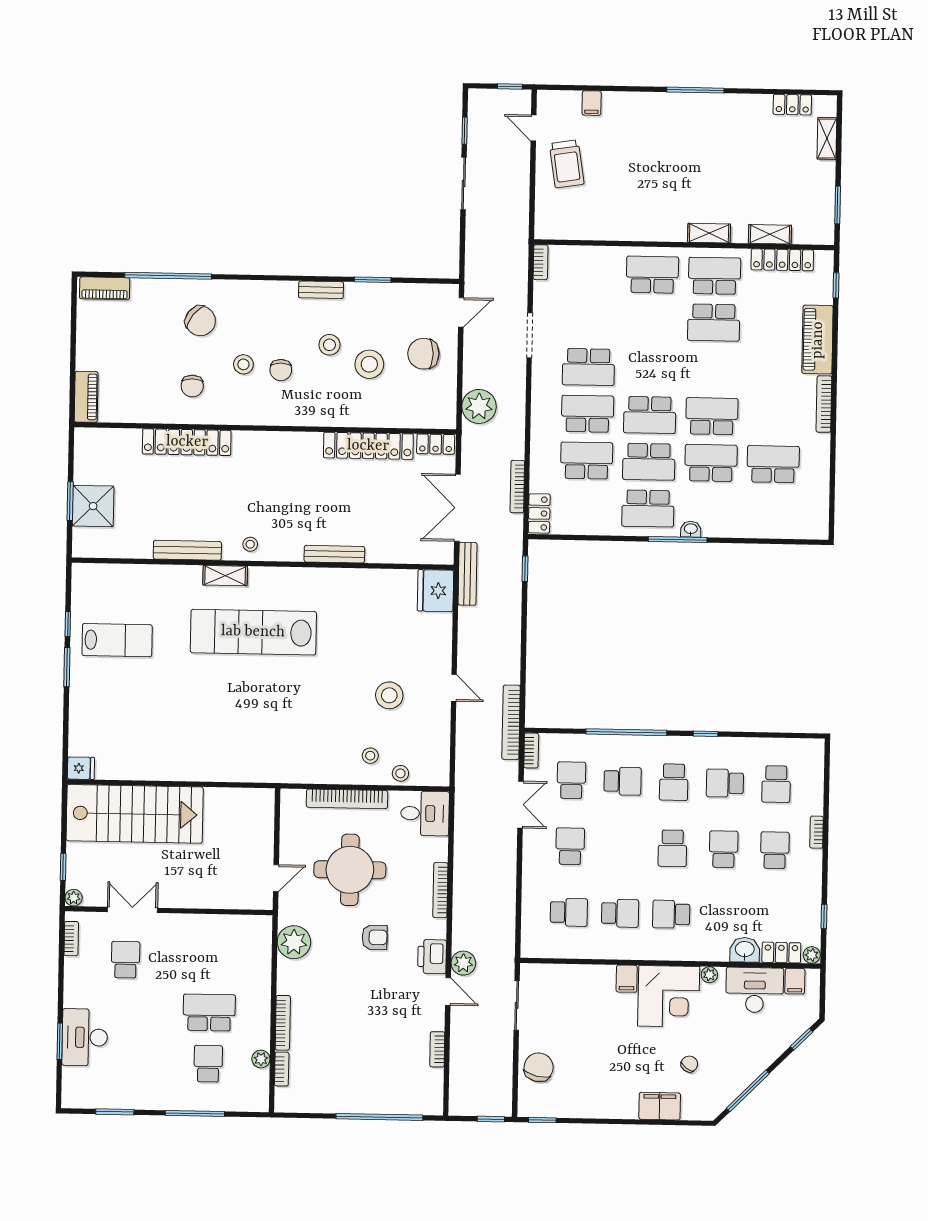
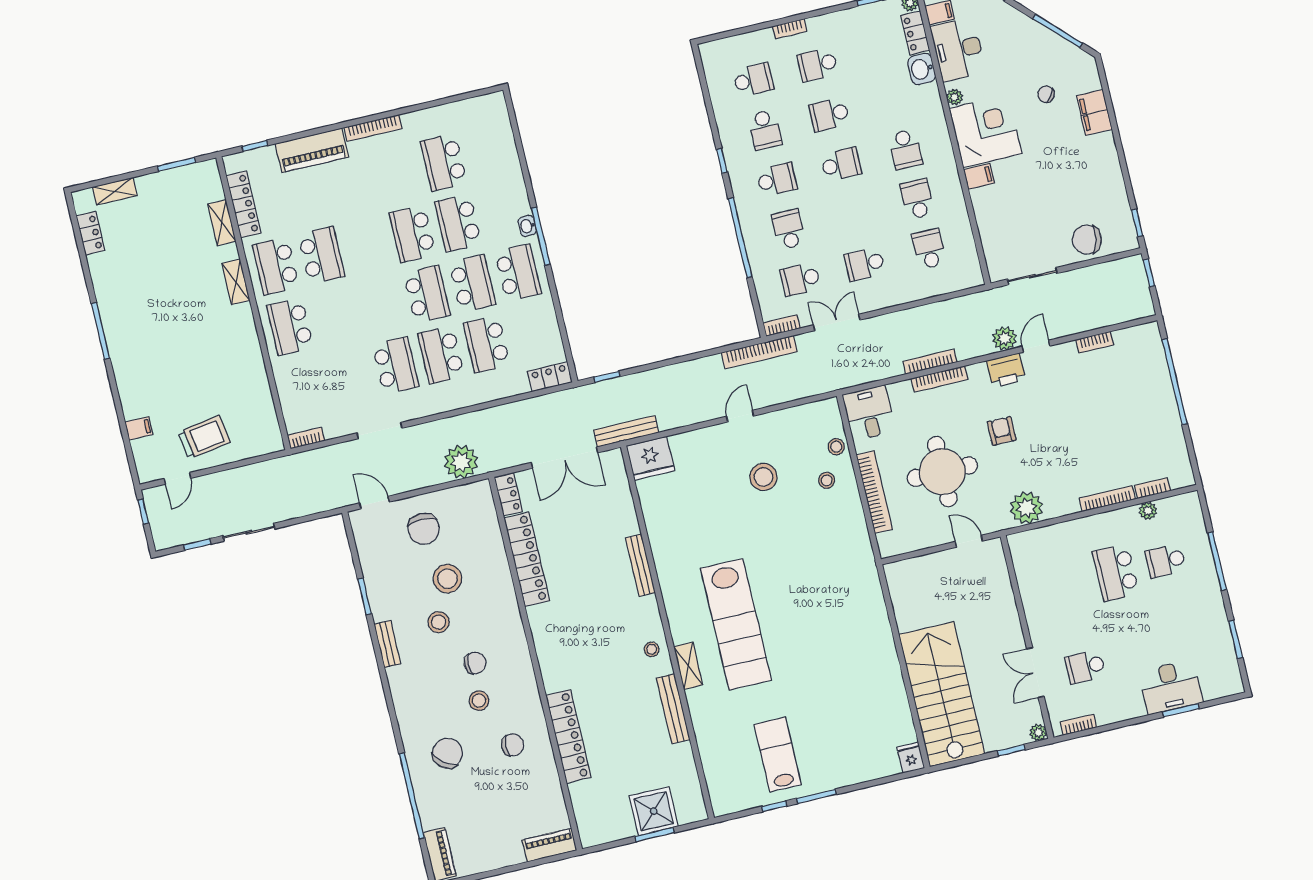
bookcase: (517, 487) -> (930, 362), moved, turned 180

